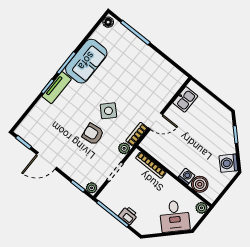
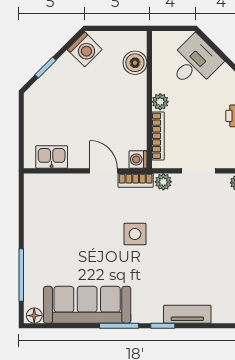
sofa: (86, 61) -> (87, 305), width x1.36
tv unit: (57, 88) -> (187, 314), moved
side table: (108, 111) -> (135, 234), turned 45
armchair: (93, 134) -> (176, 230), removed
washing machine: (187, 176) -> (138, 159), moved
plant: (202, 208) -> (160, 102), moved

